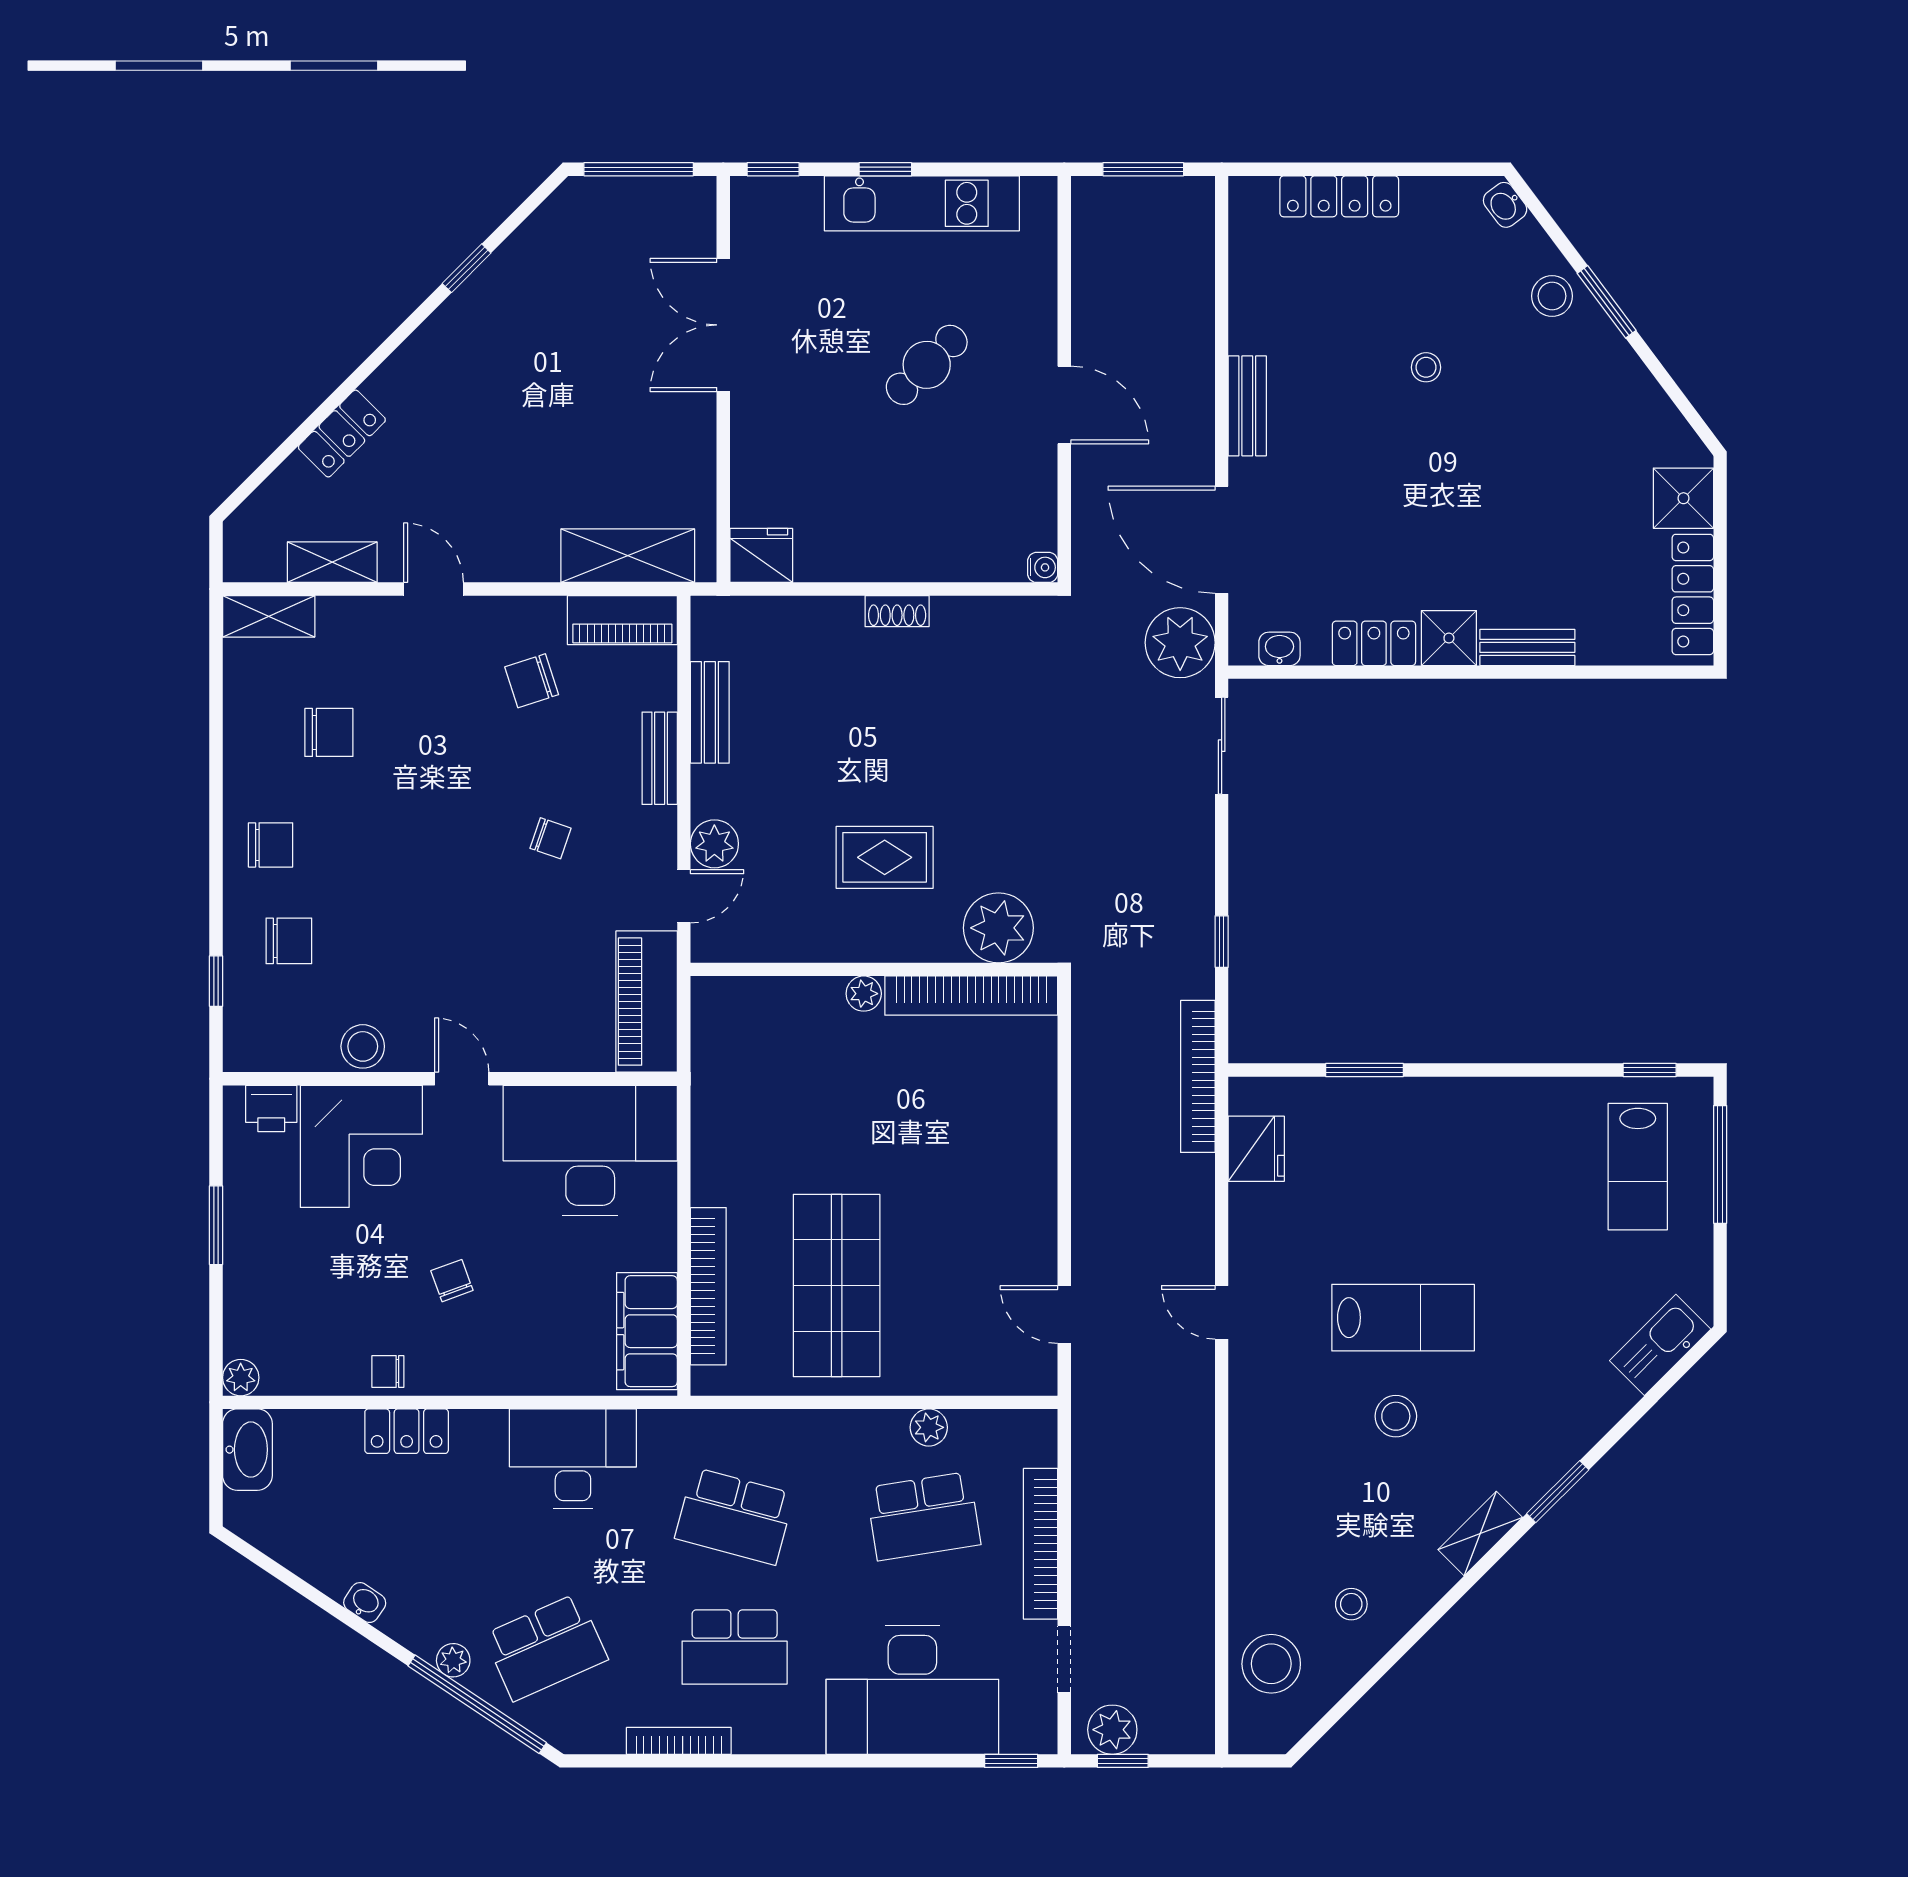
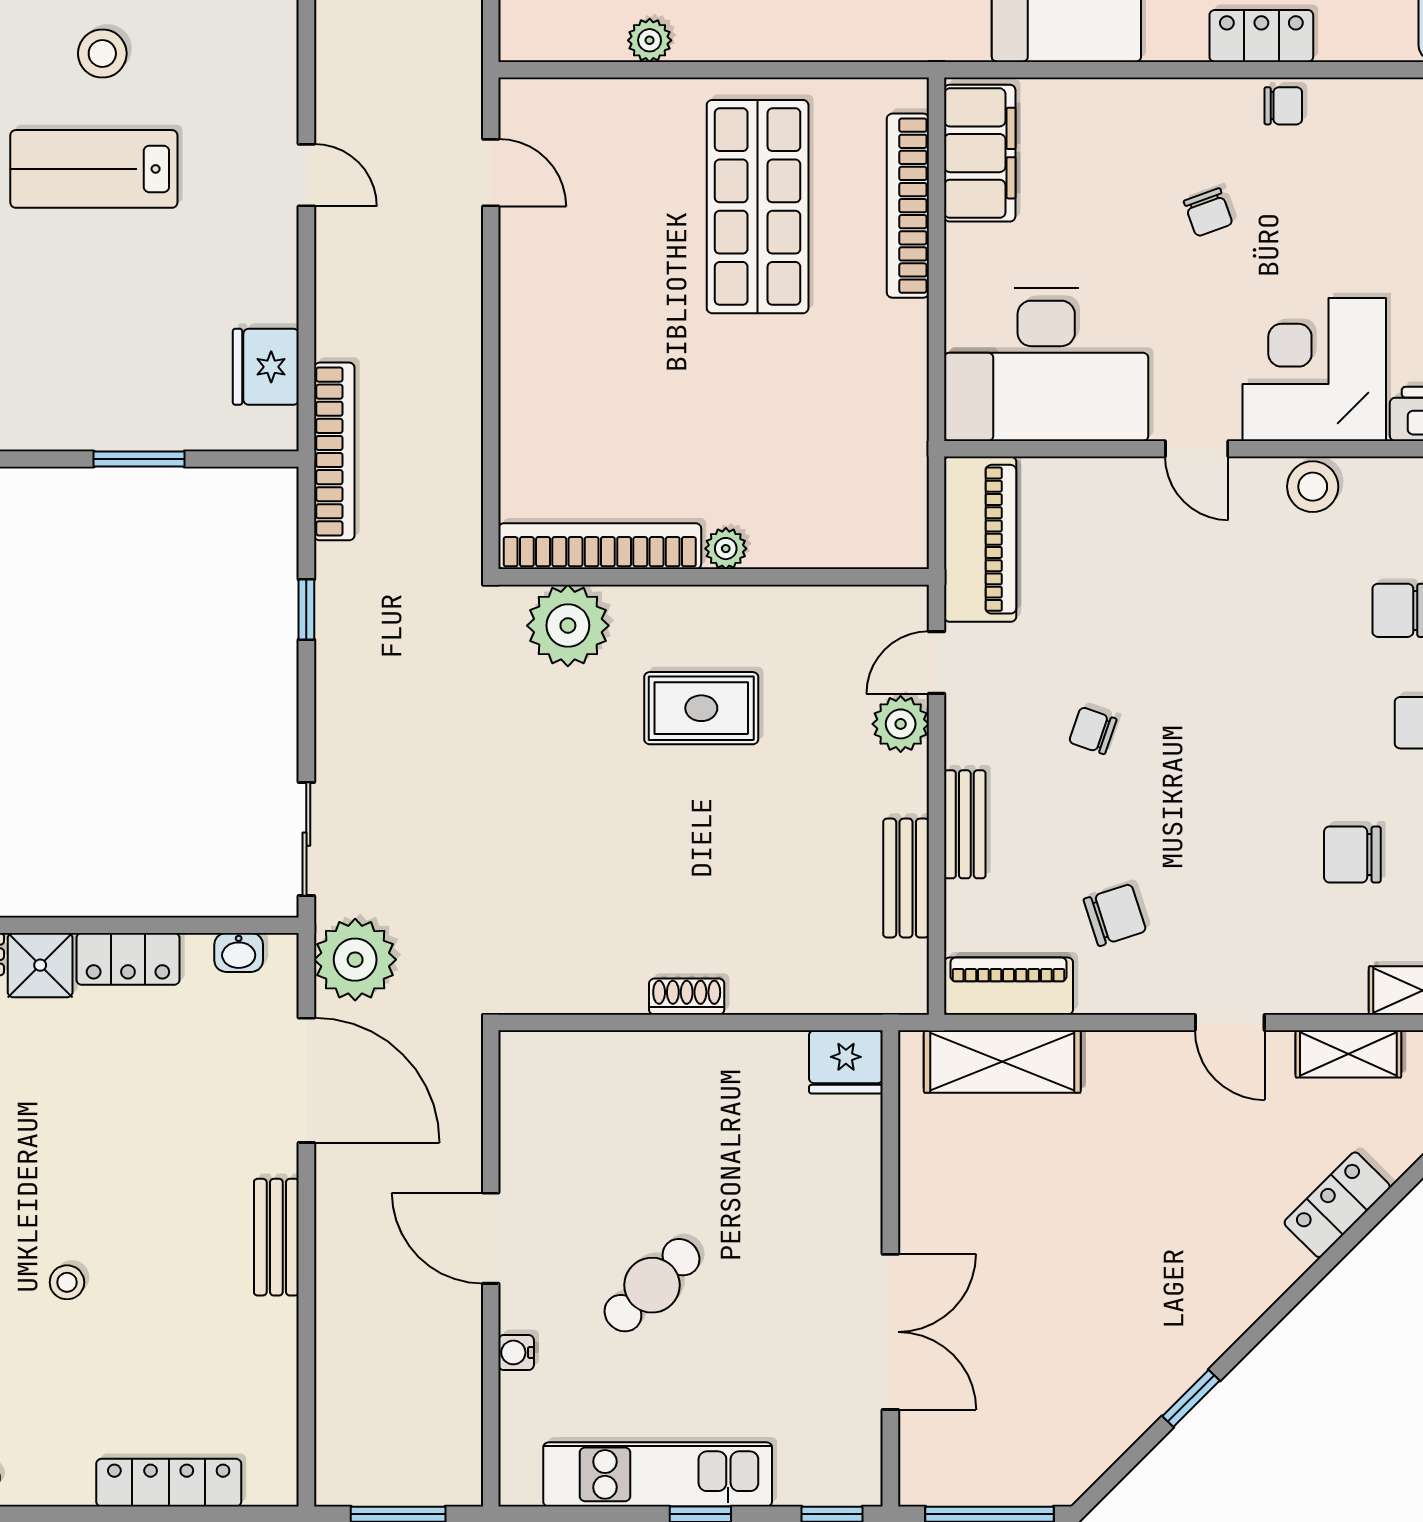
water cooler: (1043, 567) -> (516, 1352), moved

